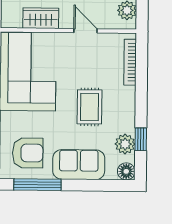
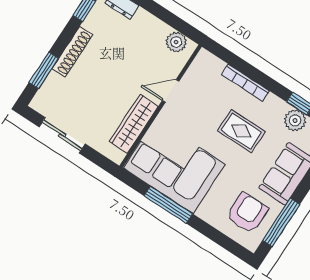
wardrobe: (41, 18) -> (134, 124), width x1.50
bookcase: (130, 62) -> (245, 83), moved

